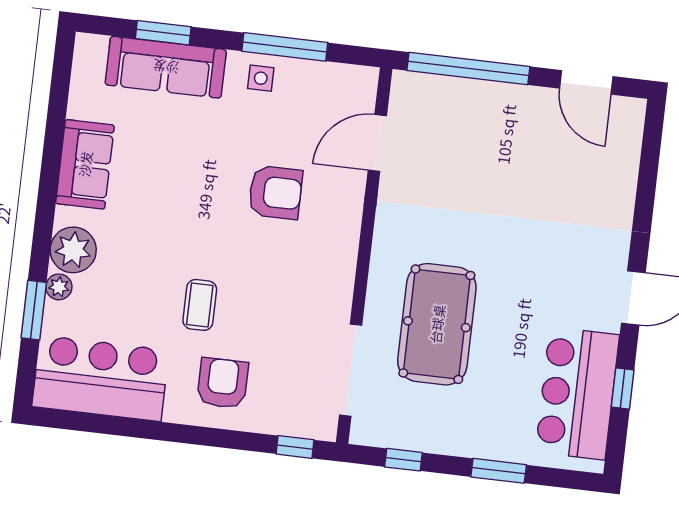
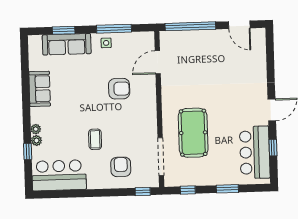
plant: (73, 250) -> (36, 129), width x0.53, depth x0.53
window: (34, 310) -> (28, 152), width x0.67
armchair: (223, 383) -> (121, 167), moved

